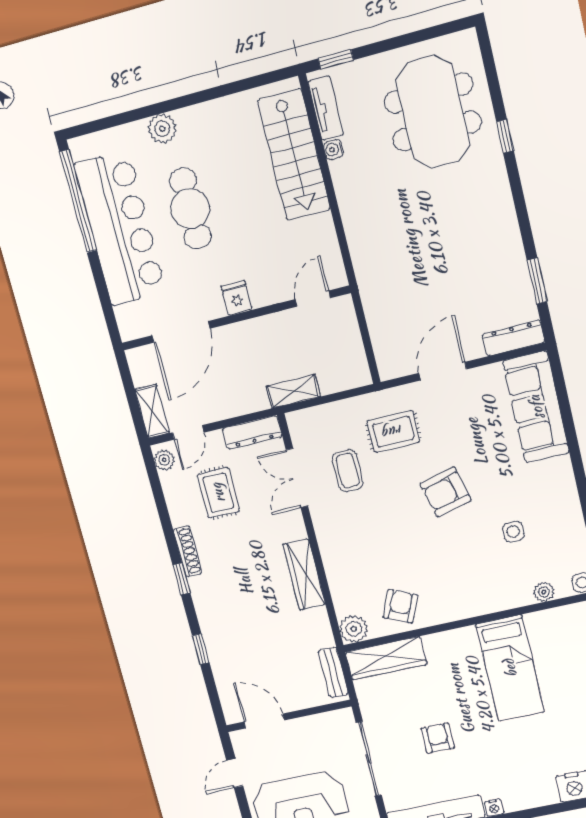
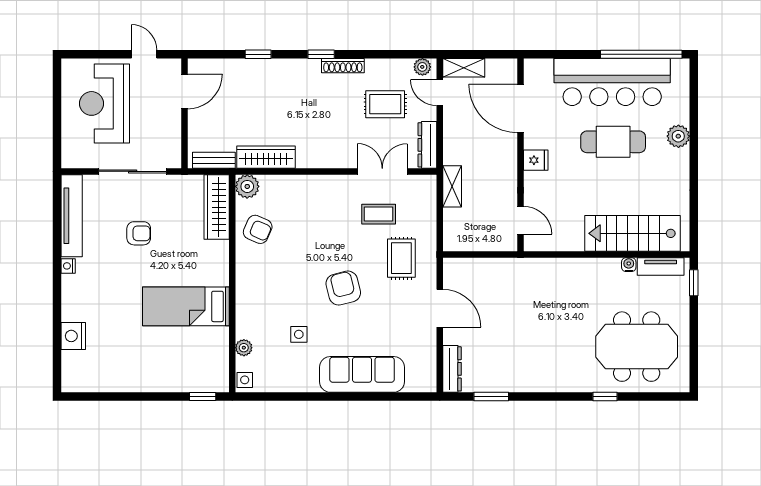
sofa: (536, 407) -> (362, 374), moved
wardrobe: (304, 574) -> (266, 157), moved

